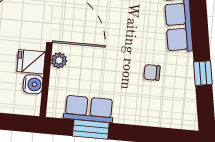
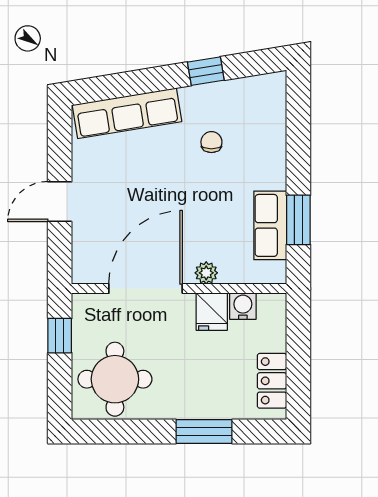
chair: (152, 73) -> (211, 142), turned 180

